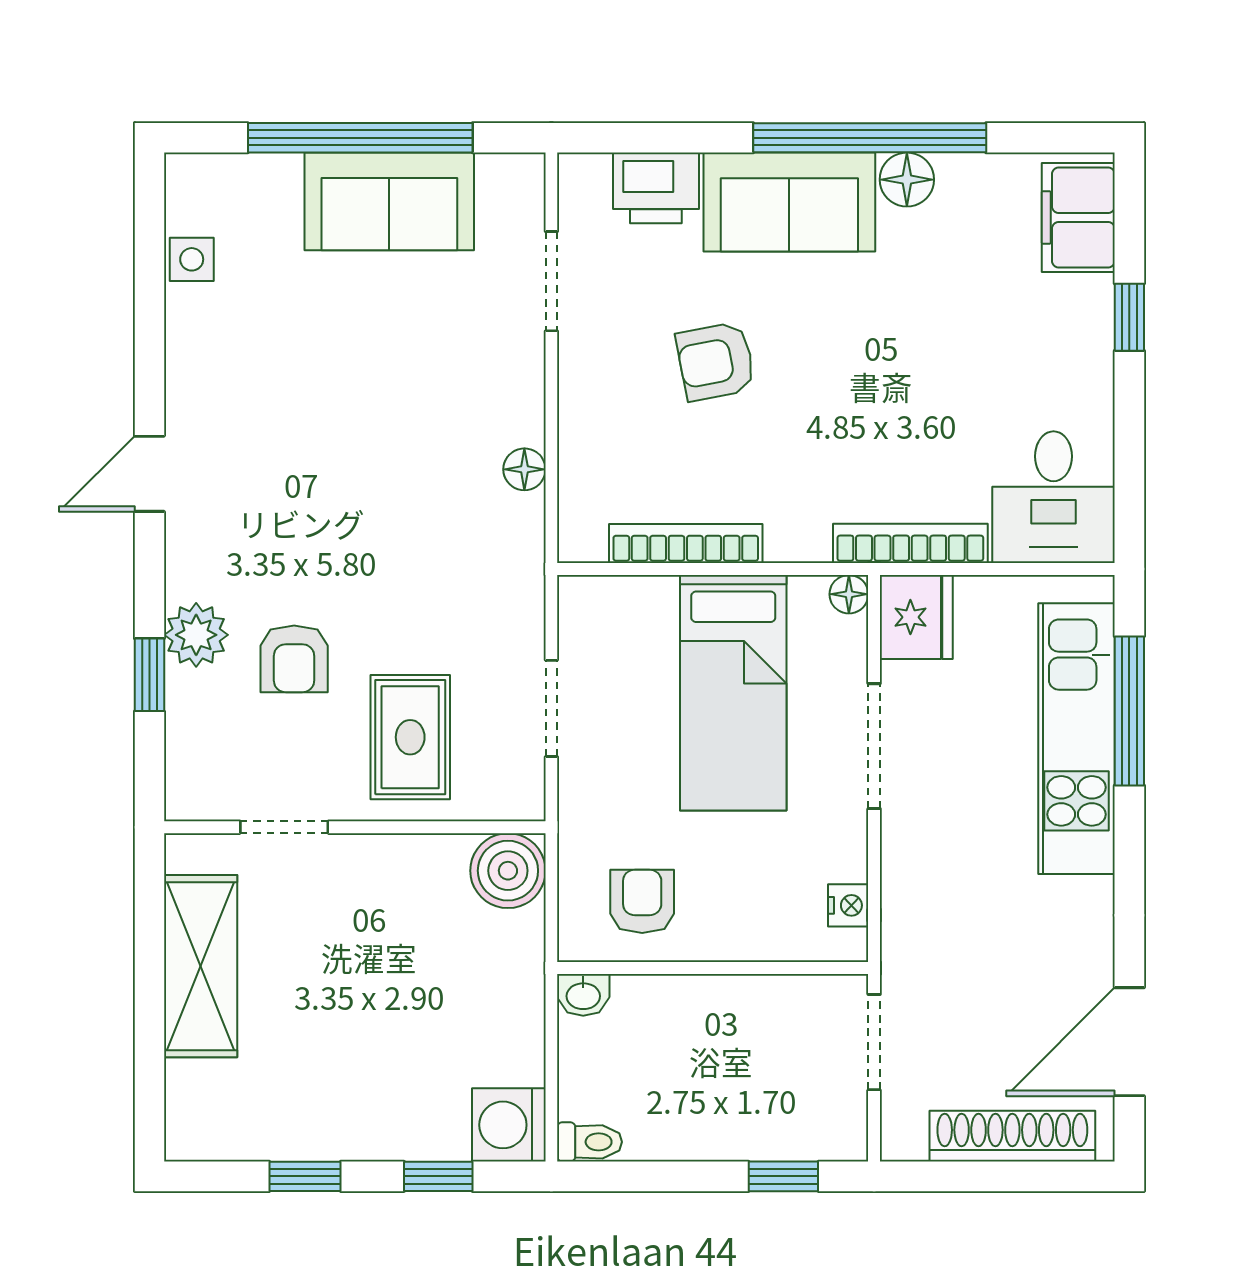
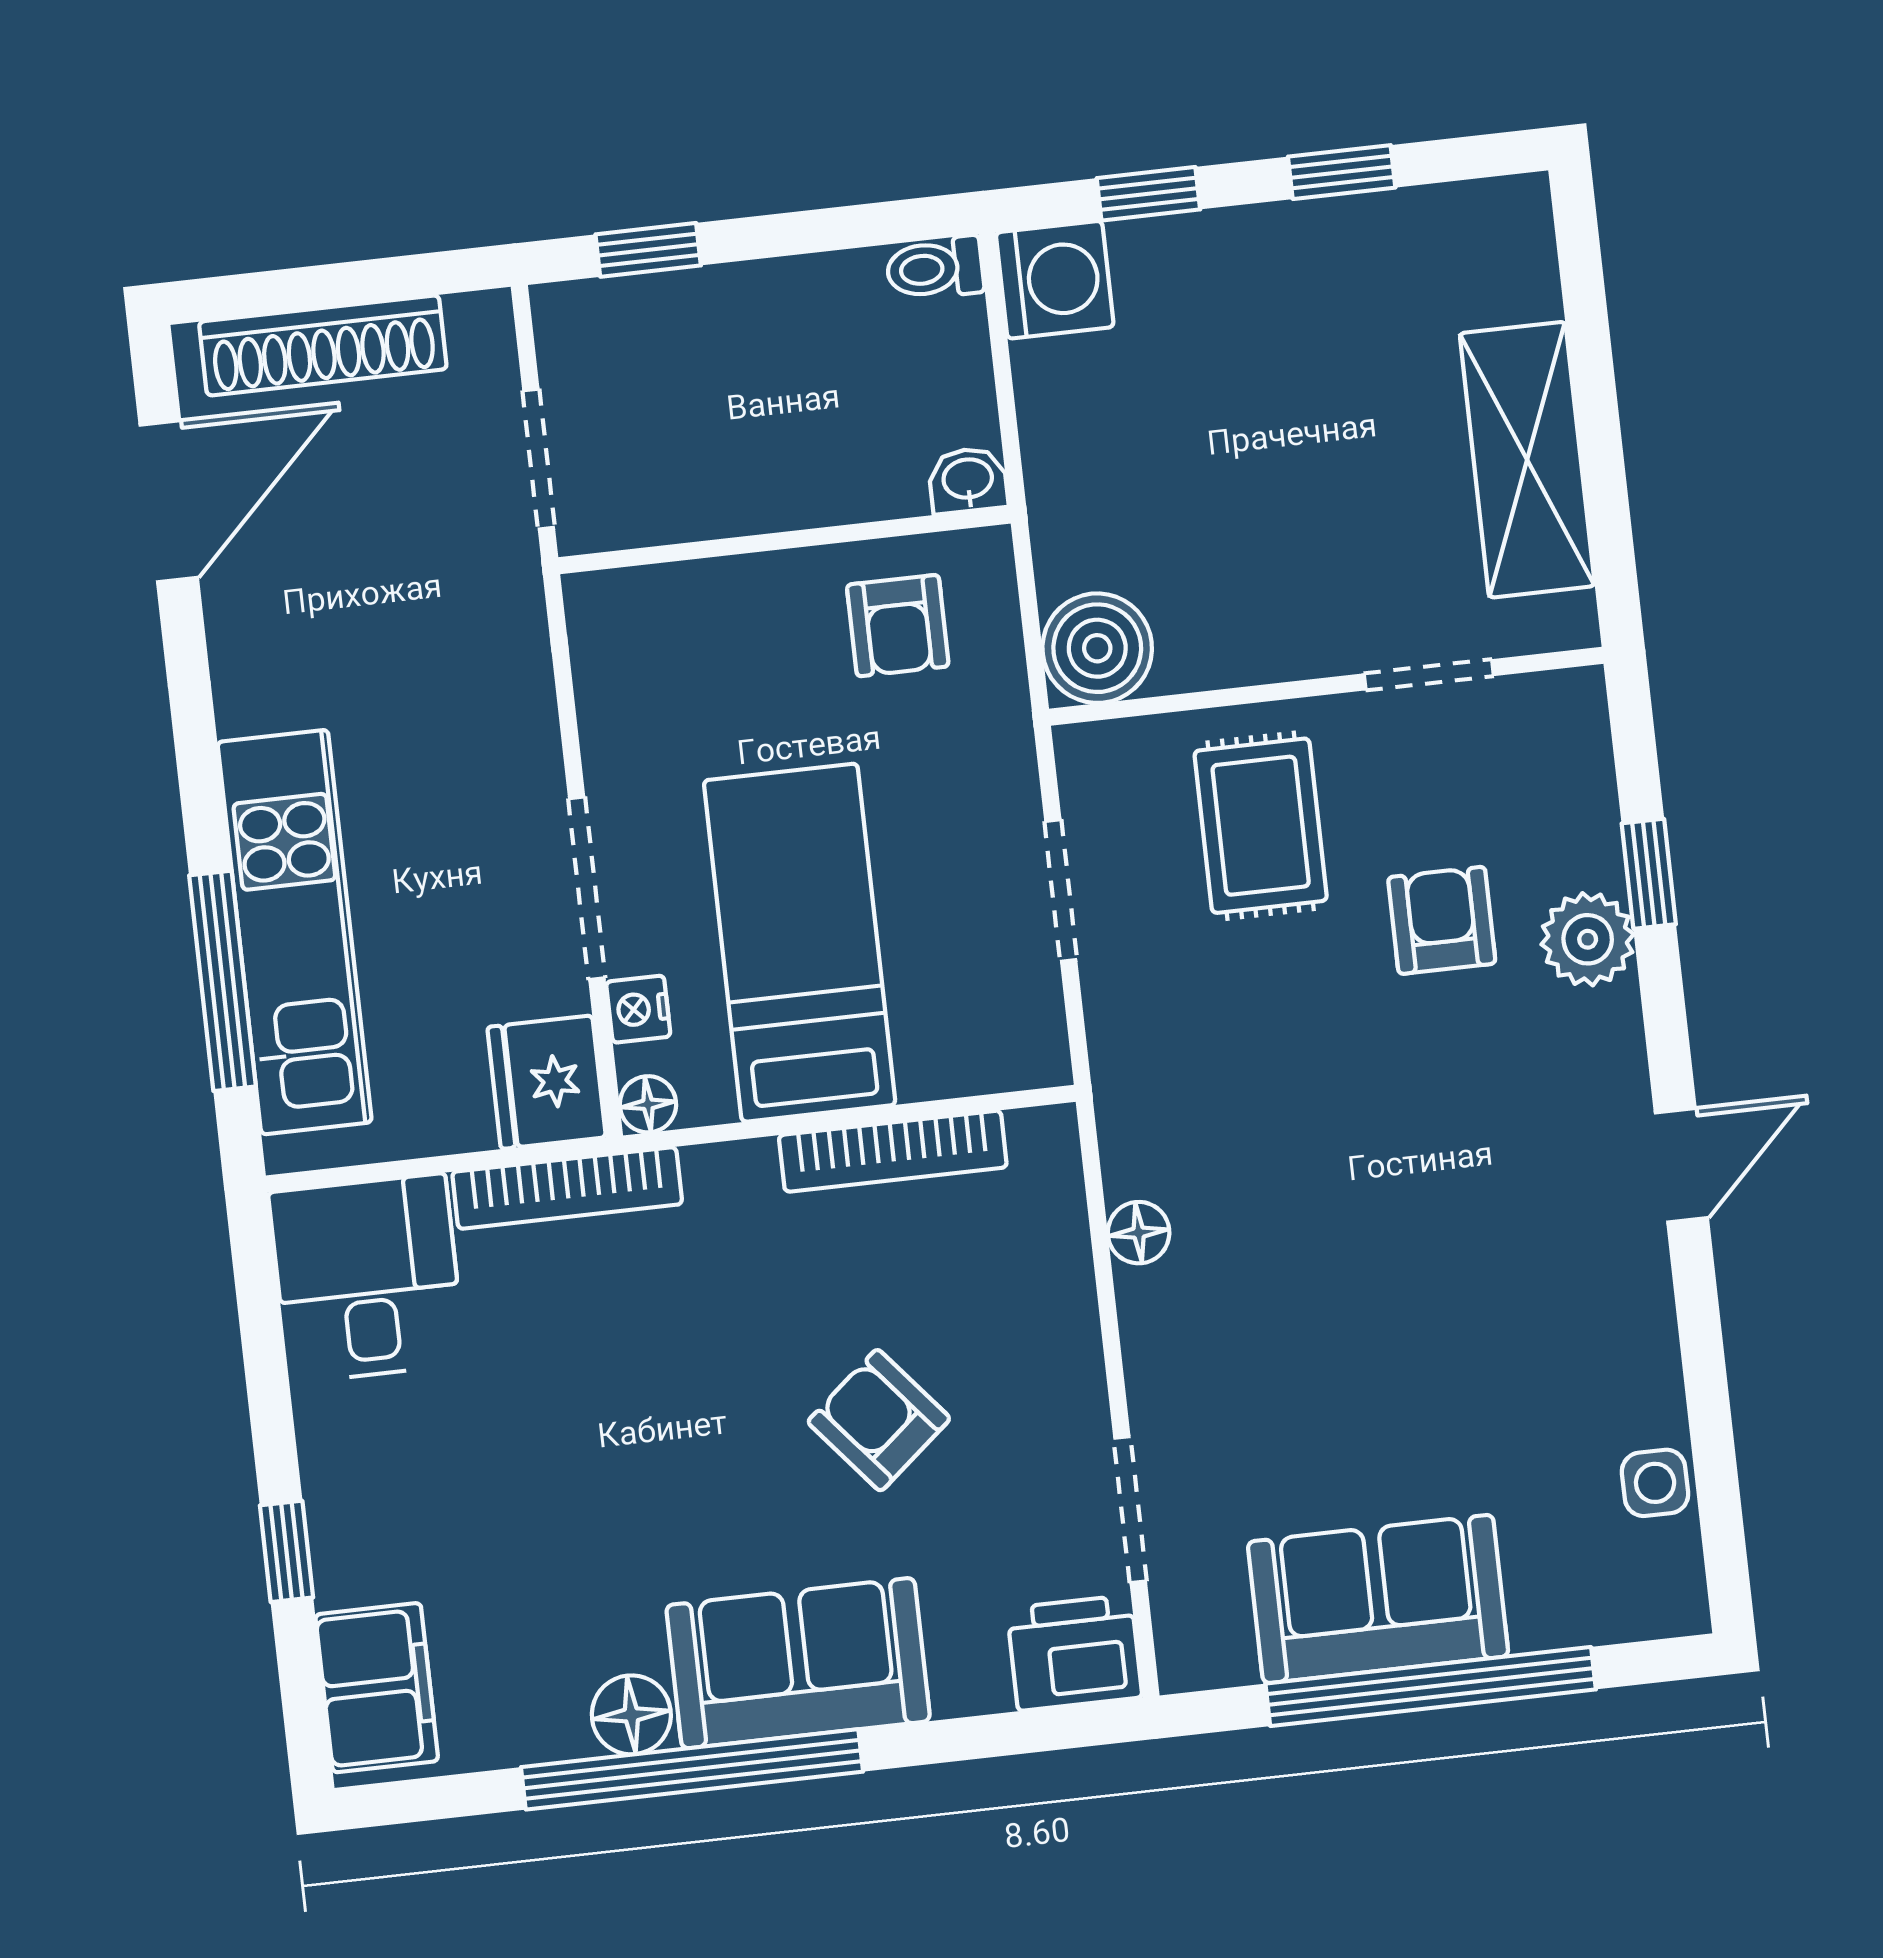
printer: (656, 188) -> (1075, 1653), moved
armchair: (716, 361) -> (879, 1420), turned -119
nightstand: (848, 905) -> (638, 1009), moved

